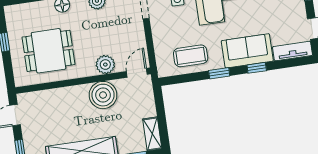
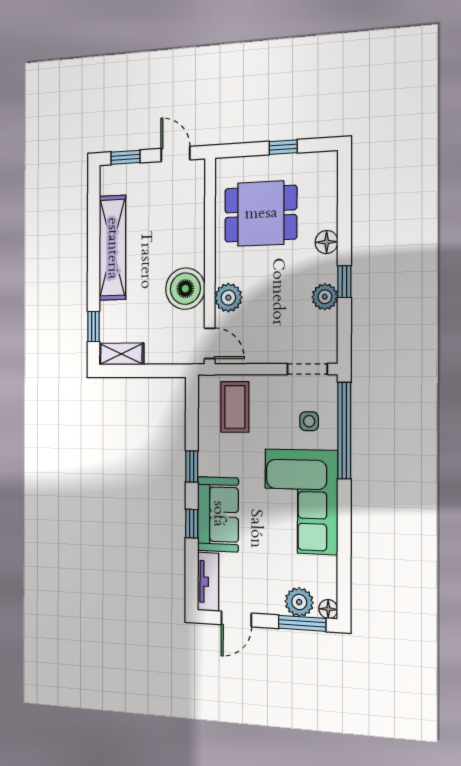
dining table: (49, 51) -> (261, 214), turned 90
coffee table: (191, 56) -> (235, 407), moved

